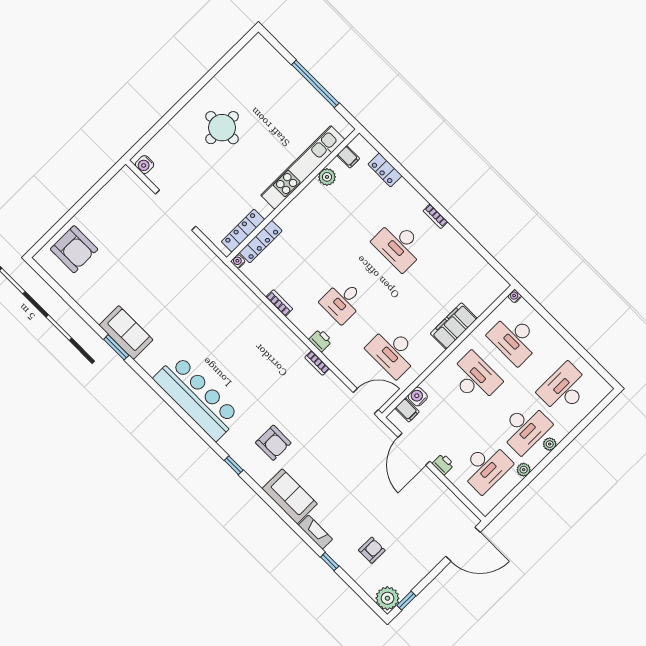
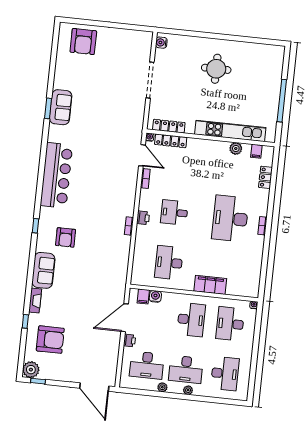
desk: (399, 245) -> (230, 218), width x1.36, depth x1.30
desk: (564, 389) -> (225, 374), turned 90
door: (366, 401) -> (142, 155), moved
armchair: (372, 550) -> (50, 340), width x1.88, depth x1.88

